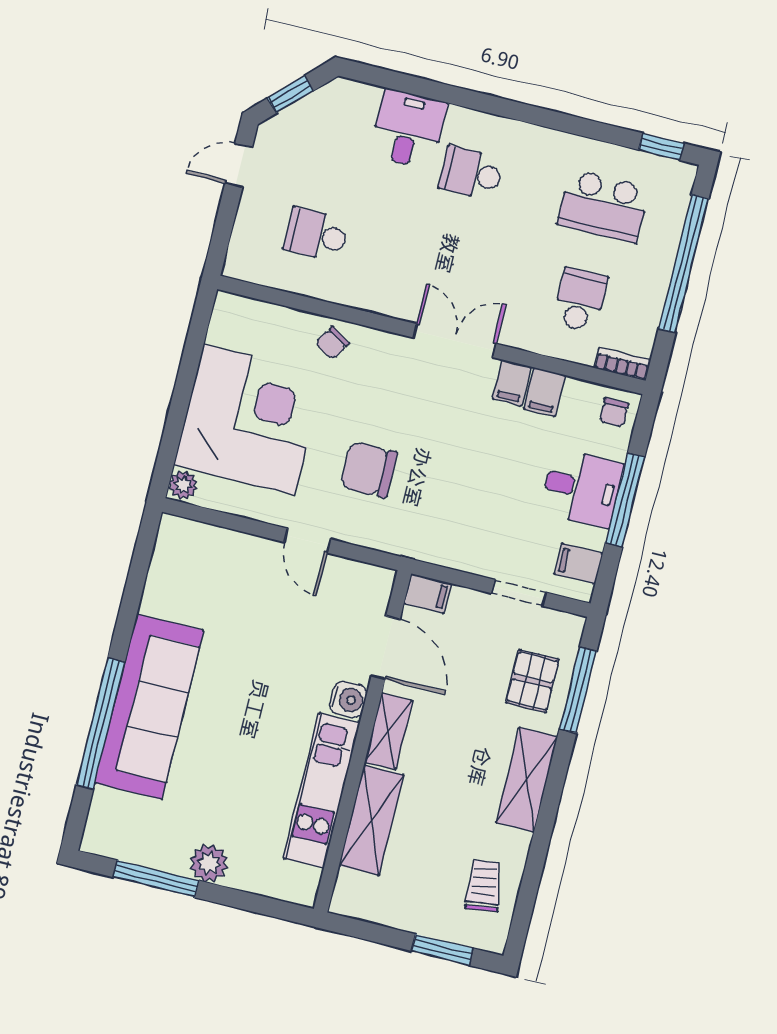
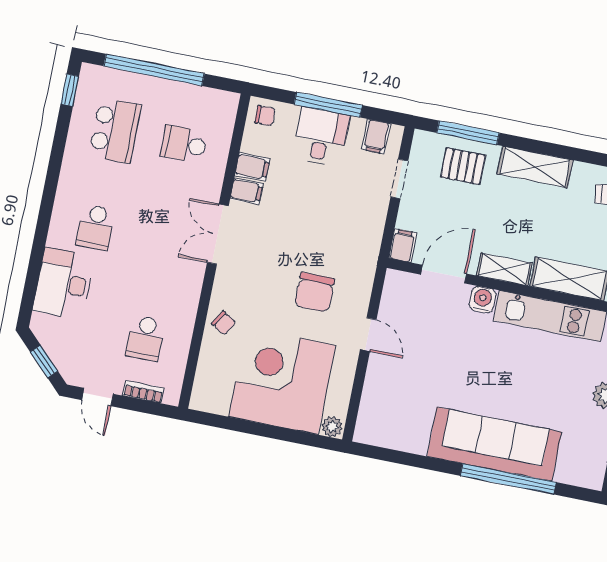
desk: (408, 129) -> (64, 284), width x1.37
bookcase: (622, 364) -> (143, 392), moved, turned 90
door: (307, 541) -> (368, 335), hinge flipped

